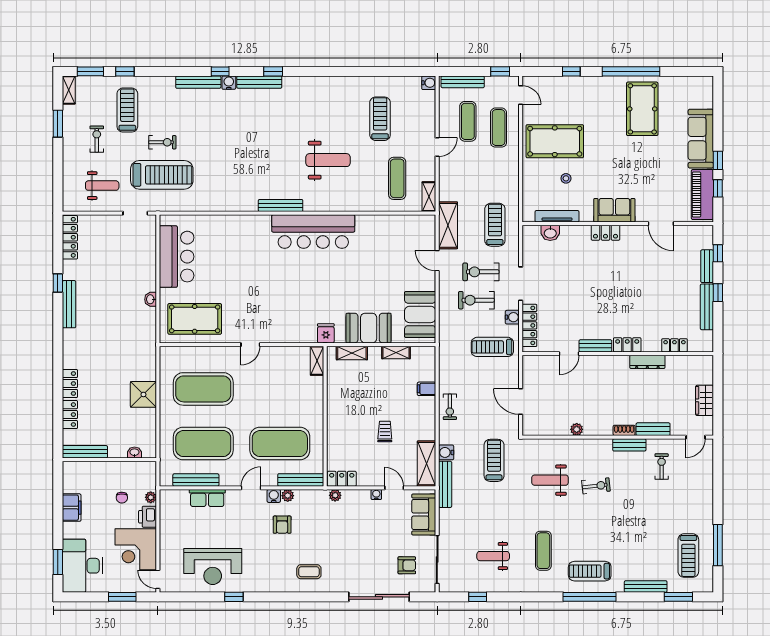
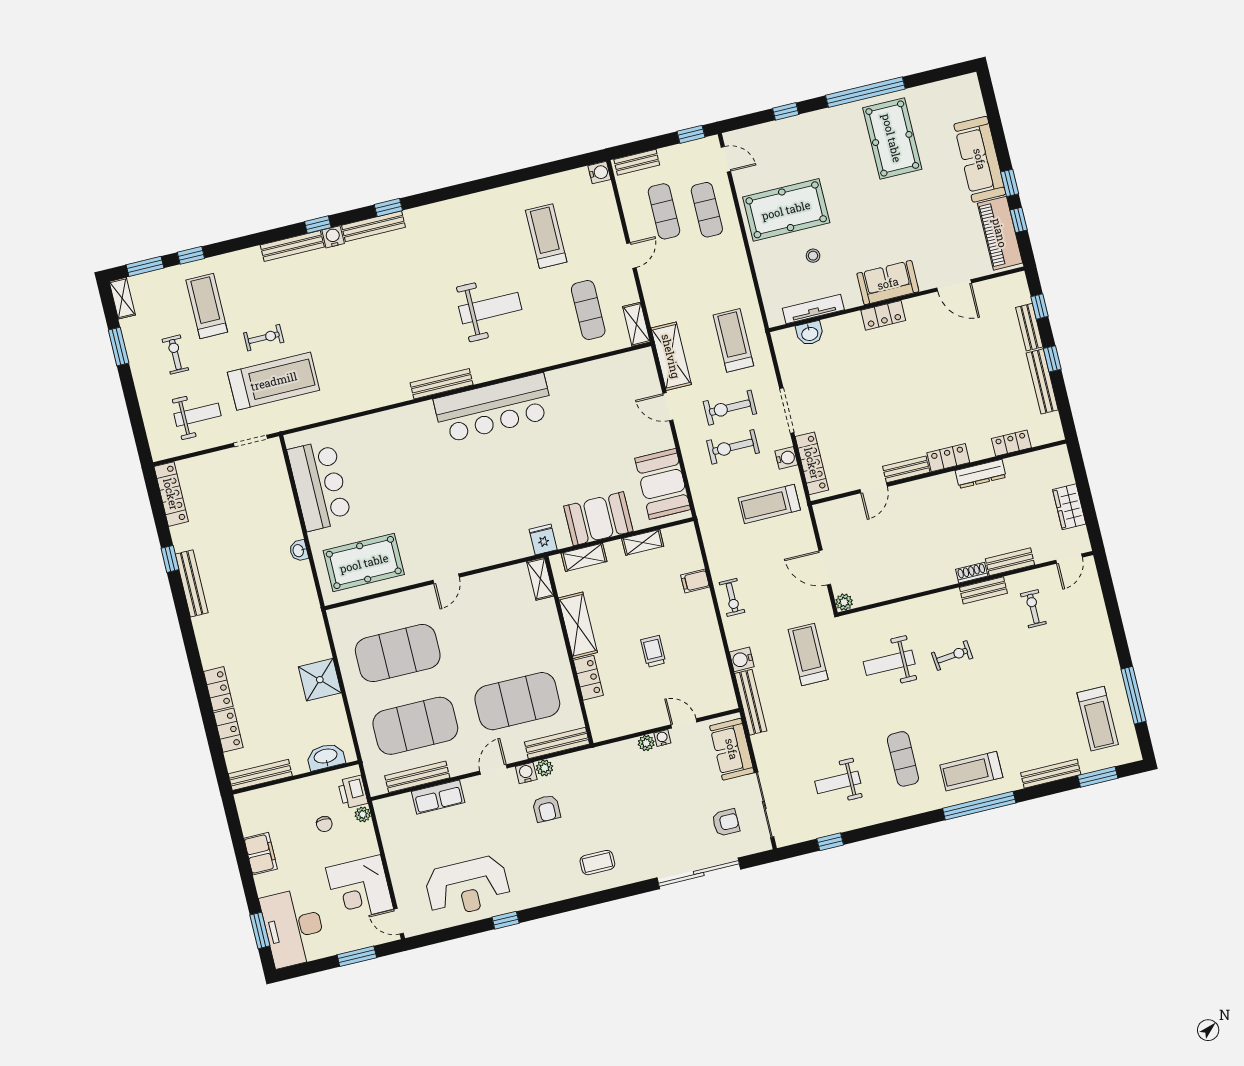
bench: (463, 82) -> (637, 162), width x0.73
plant: (577, 429) -> (844, 602), moved
washbasin: (134, 452) -> (326, 757), width x1.91, depth x1.45
shelving: (427, 464) -> (578, 625), moved
locker: (342, 479) -> (588, 678), moved, turned 90
plant: (335, 495) -> (646, 743), moved
printer: (148, 517) -> (353, 792), moved

